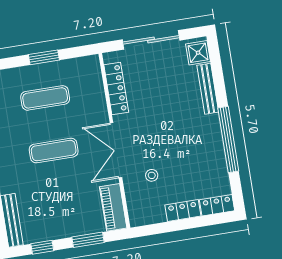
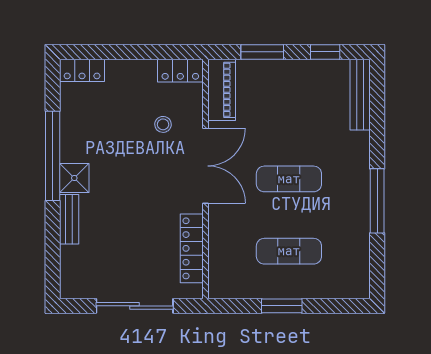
shower: (198, 53) -> (74, 178), moved
bench: (208, 89) -> (69, 219), width x0.73
locker: (183, 211) -> (180, 71), moved

